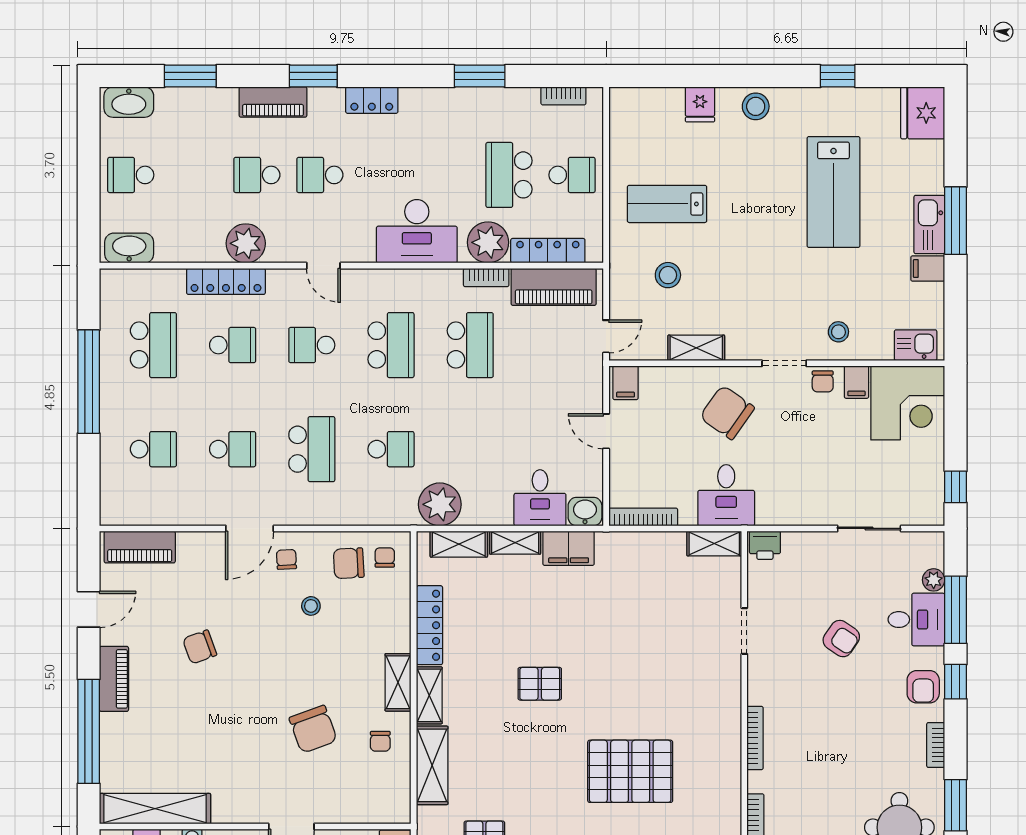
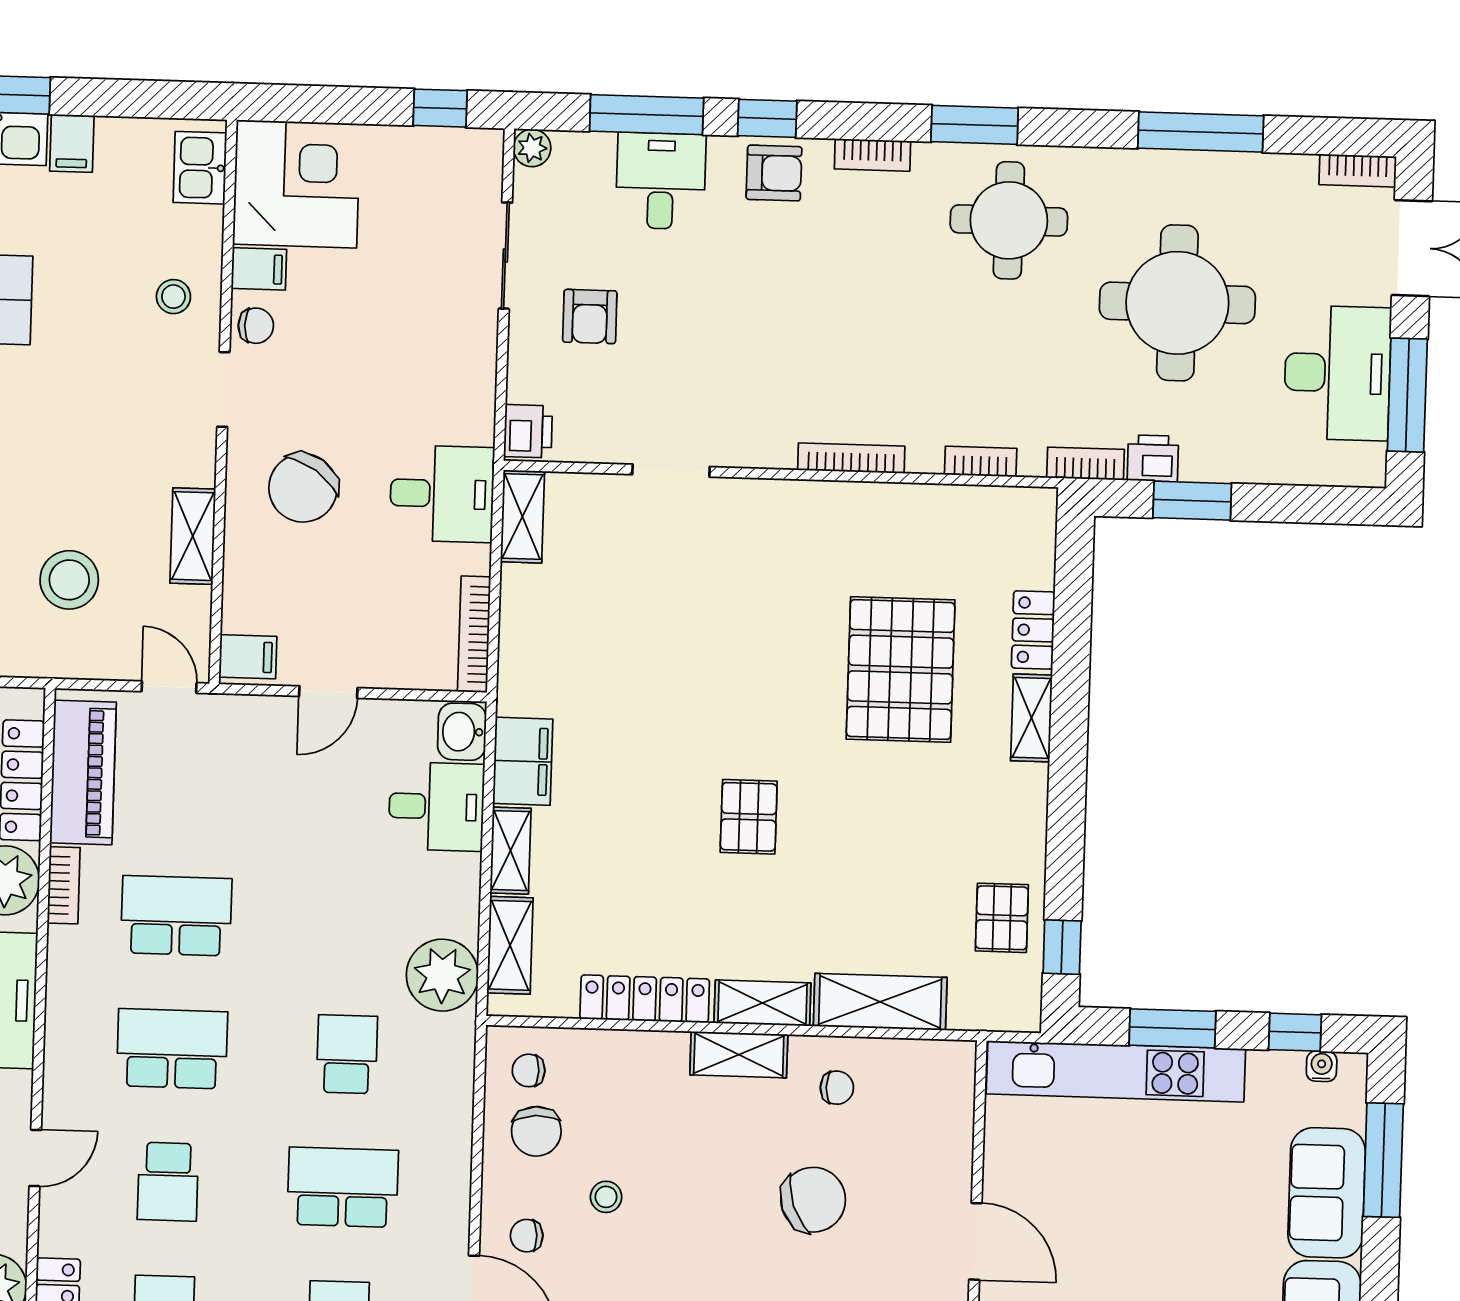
stool: (668, 275) -> (69, 580), width x1.38, depth x1.38
plant: (934, 580) -> (532, 148), moved
armchair: (841, 639) -> (590, 316), moved, turned 146

